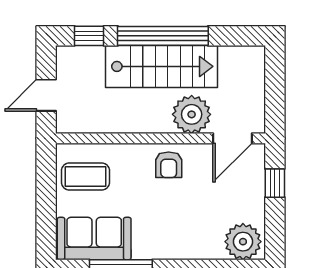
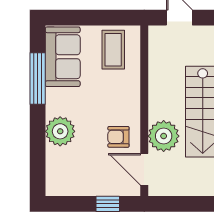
armchair: (169, 165) -> (118, 137), moved
plant: (243, 242) -> (60, 131), moved

